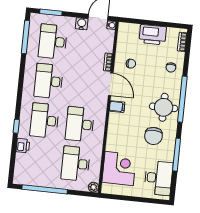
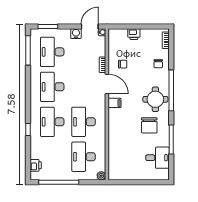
printer: (153, 35) -> (134, 34), width x0.53, depth x0.68
printer: (23, 146) -> (36, 165), moved
corner desk: (119, 168) -> (122, 157), removed
desk: (158, 178) -> (157, 158), width x0.73

